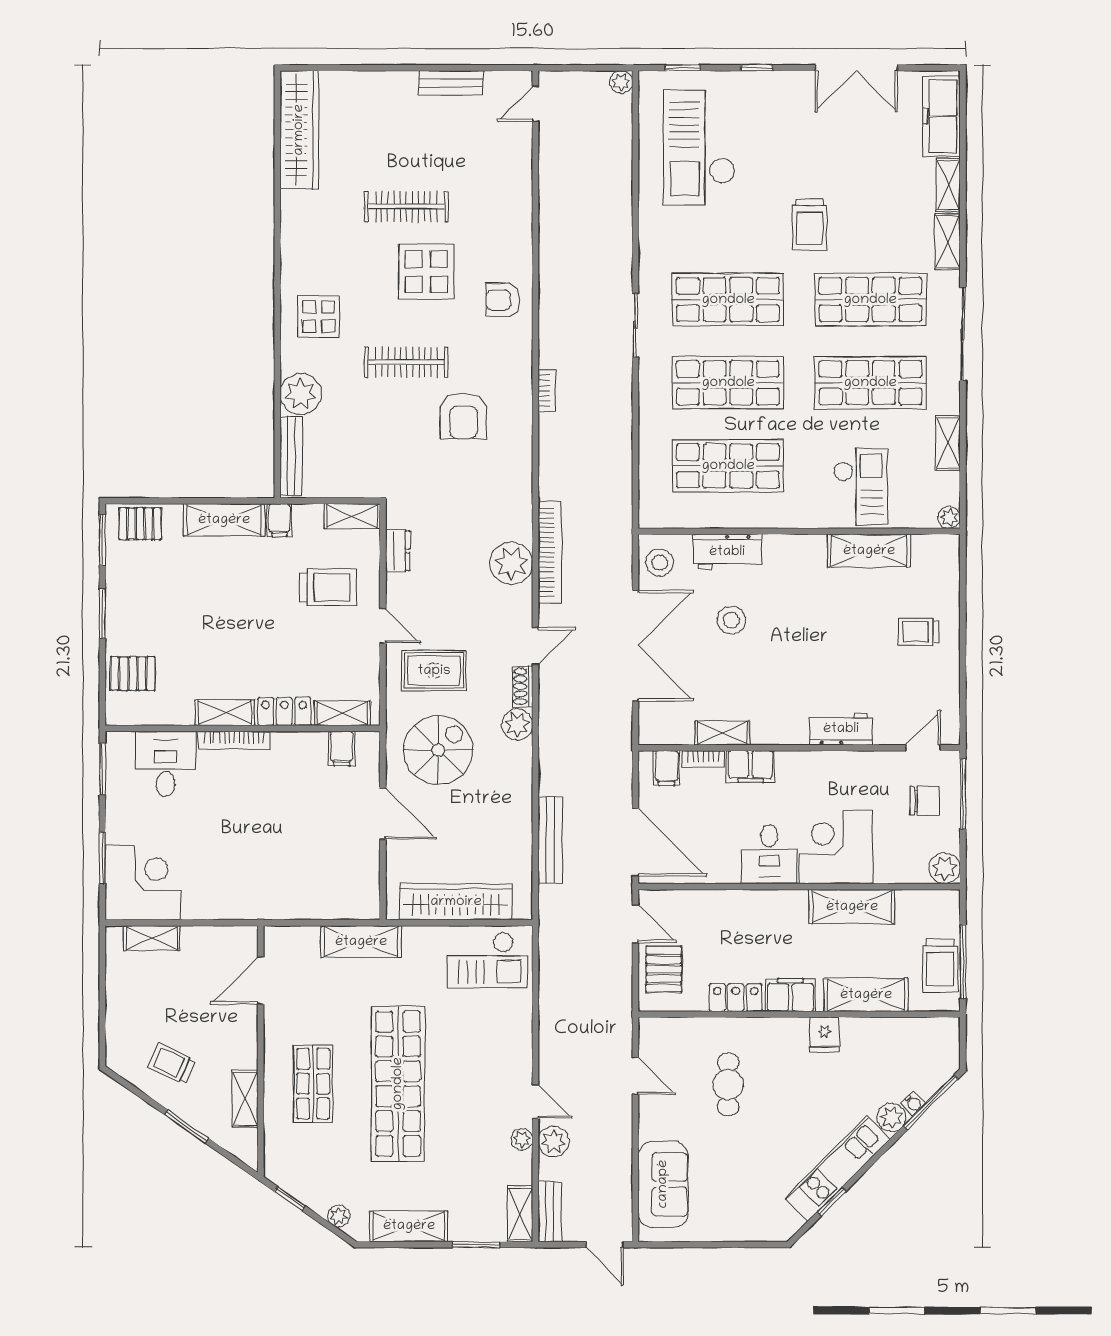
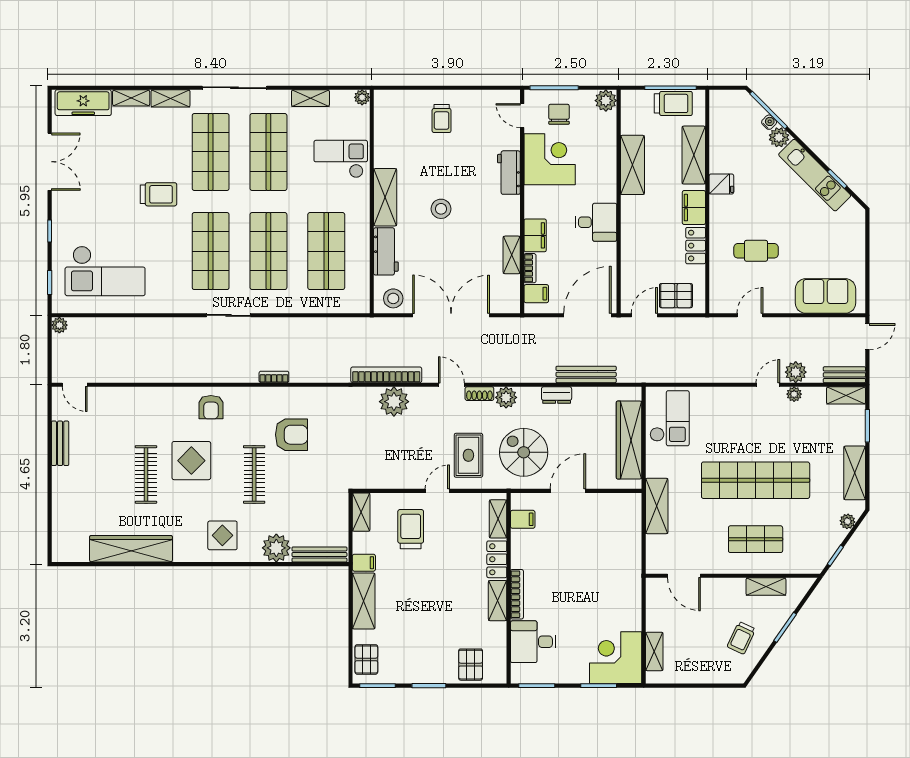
wardrobe: (299, 130) -> (131, 549), moved
dresser: (398, 551) -> (557, 395), moved, turned 180
shelving: (869, 551) -> (385, 197), moved
stool: (731, 620) -> (441, 209), moved
corner desk: (836, 847) -> (550, 159), moved, turned 180

